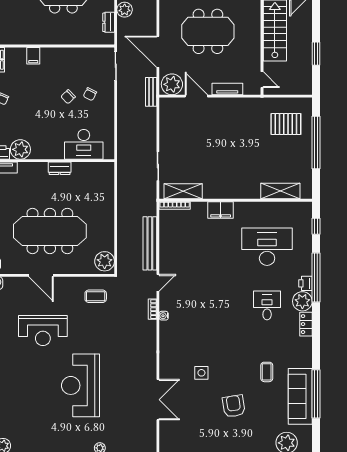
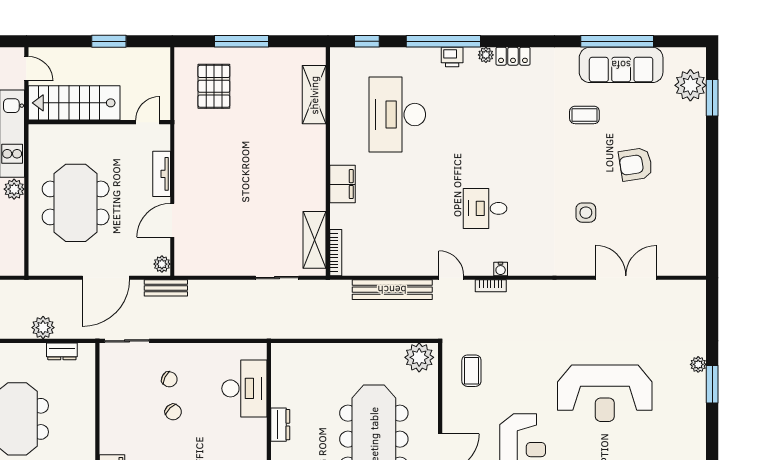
plant: (172, 84) -> (162, 264), width x0.53, depth x0.53
window: (316, 142) -> (242, 41), width x0.68
plant: (302, 301) -> (486, 55), width x0.53, depth x0.53
desk: (267, 305) -> (485, 208), moved

